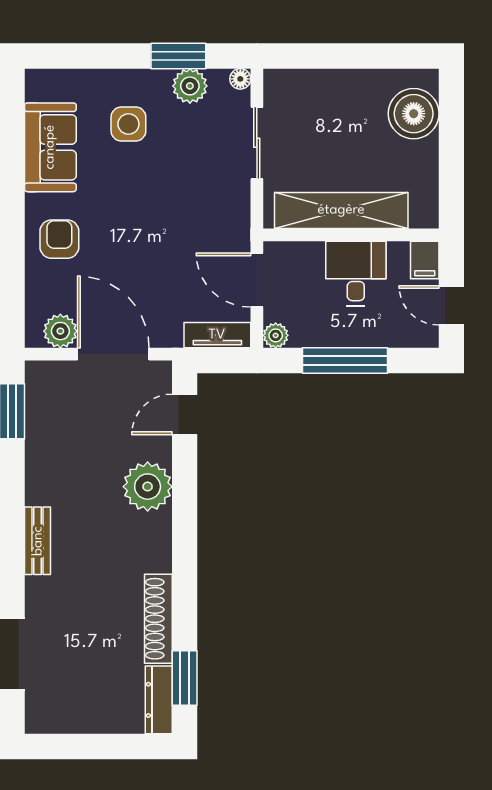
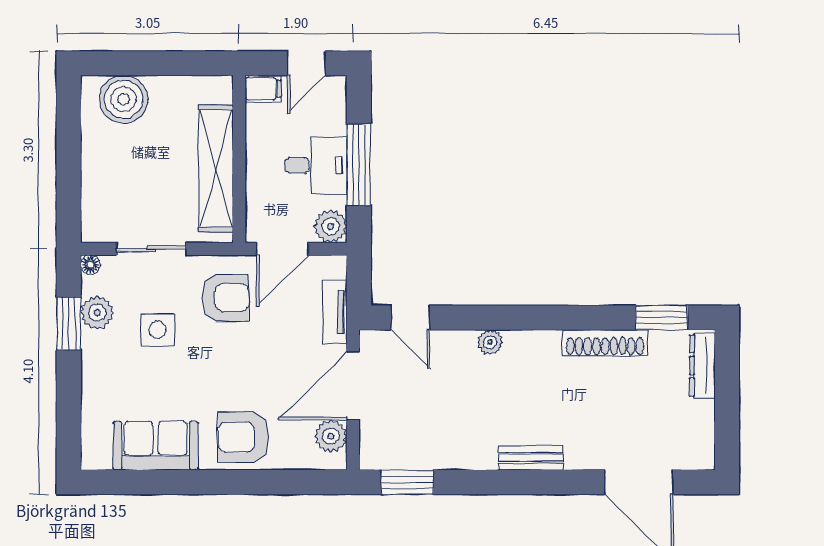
side table: (128, 124) -> (157, 330), moved
armchair: (206, 220) -> (225, 297), added
armchair: (59, 239) -> (243, 437), width x1.38, depth x1.38
desk: (356, 274) -> (316, 165), moved, turned 180
tv unit: (217, 335) -> (335, 312), moved
plant: (276, 335) -> (331, 226), width x1.38, depth x1.38
plant: (148, 487) -> (490, 342), width x0.53, depth x0.53
dresser: (159, 700) -> (702, 365), moved, turned 90

